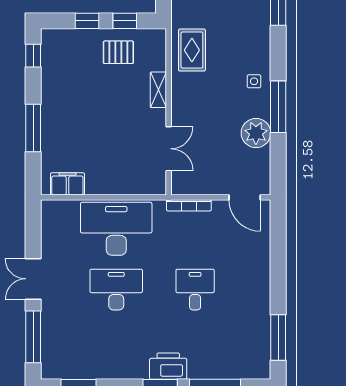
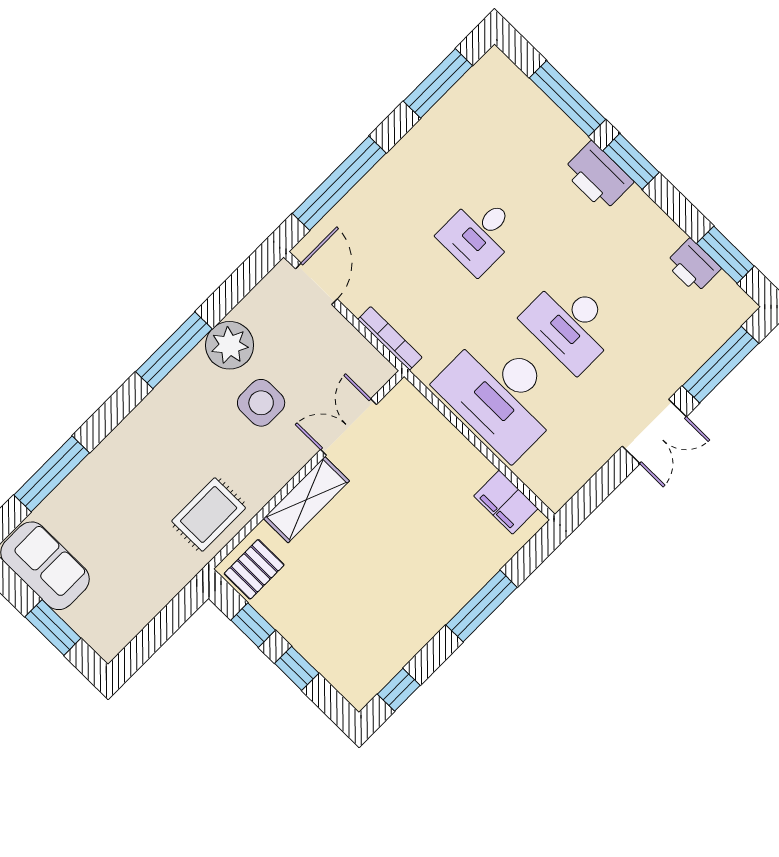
pallet: (118, 52) -> (254, 569), moved, turned 90
side table: (254, 81) -> (261, 403), moved, width x1.87, depth x1.87
shelving: (158, 90) -> (306, 500), width x1.50, depth x1.33
window: (278, 251) -> (339, 183), added
printer: (88, 368) -> (693, 266), added

